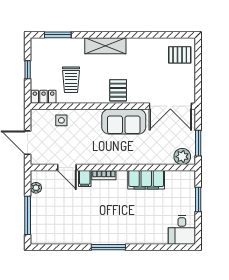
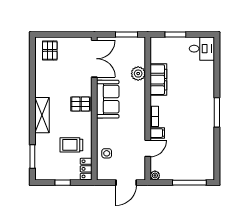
trolley: (71, 80) -> (71, 145), turned 180
plant: (182, 157) -> (138, 74), moved
plant: (36, 188) -> (155, 175), moved

